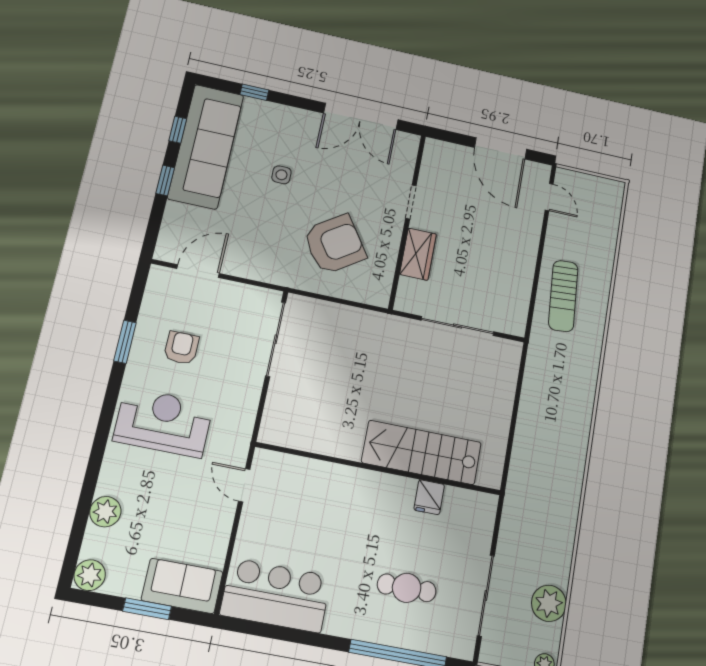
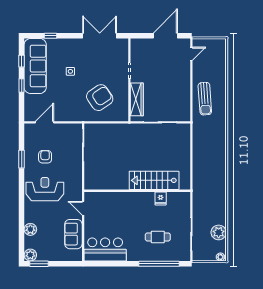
double door: (361, 116) -> (100, 36), swing flipped
door: (501, 148) -> (165, 36), swing flipped
door: (549, 197) -> (191, 54), hinge flipped
wardrobe: (418, 254) -> (137, 99), width x1.50
sofa: (182, 586) -> (73, 234), moved, turned -90
window: (147, 609) -> (39, 264), moved

